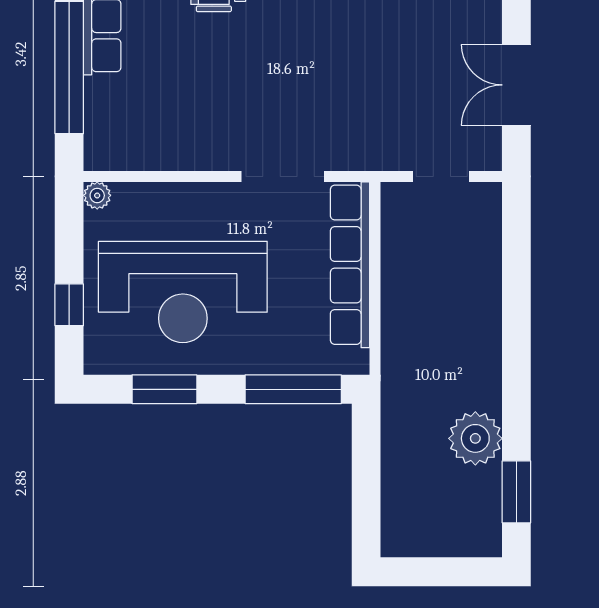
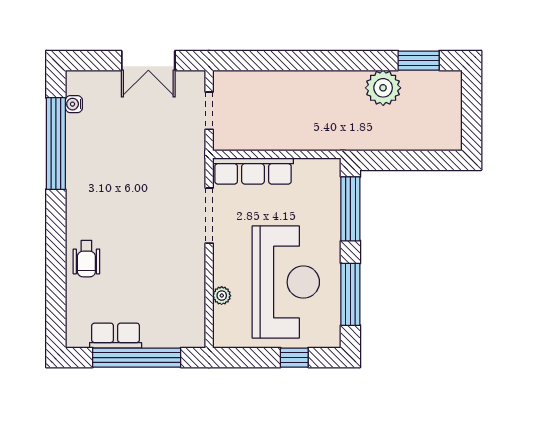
plant: (97, 195) -> (222, 296), moved
row of seats: (350, 265) -> (253, 171), width x0.73
window: (164, 389) -> (350, 294), width x1.44

